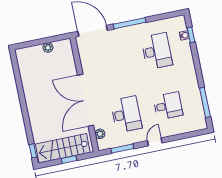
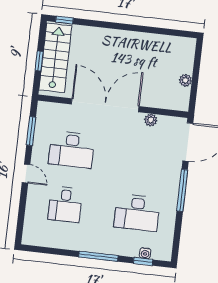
window: (205, 102) -> (98, 256), moved
plant: (100, 134) -> (151, 120), moved

